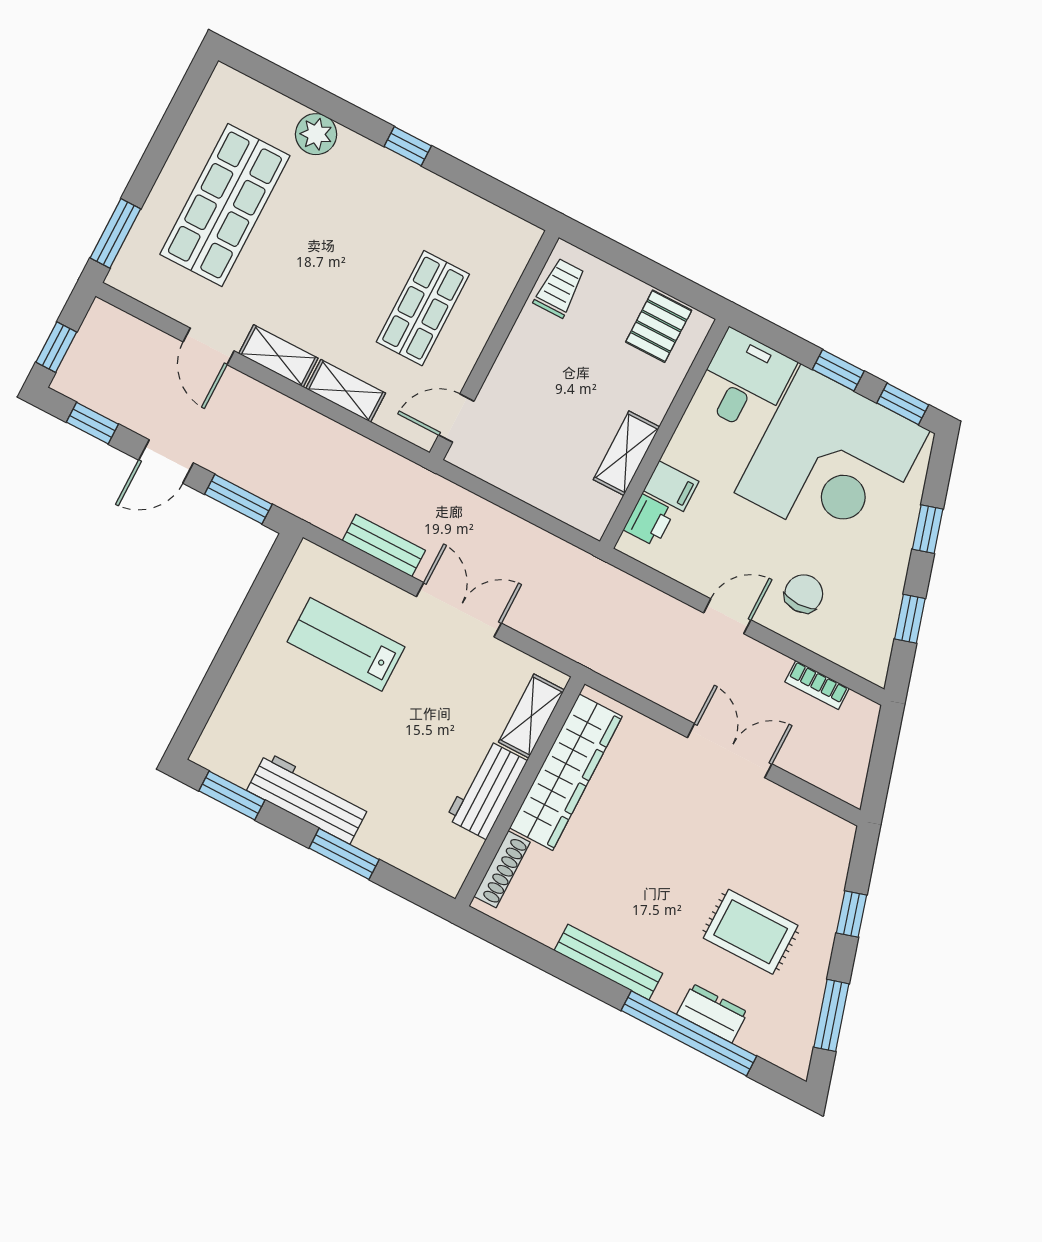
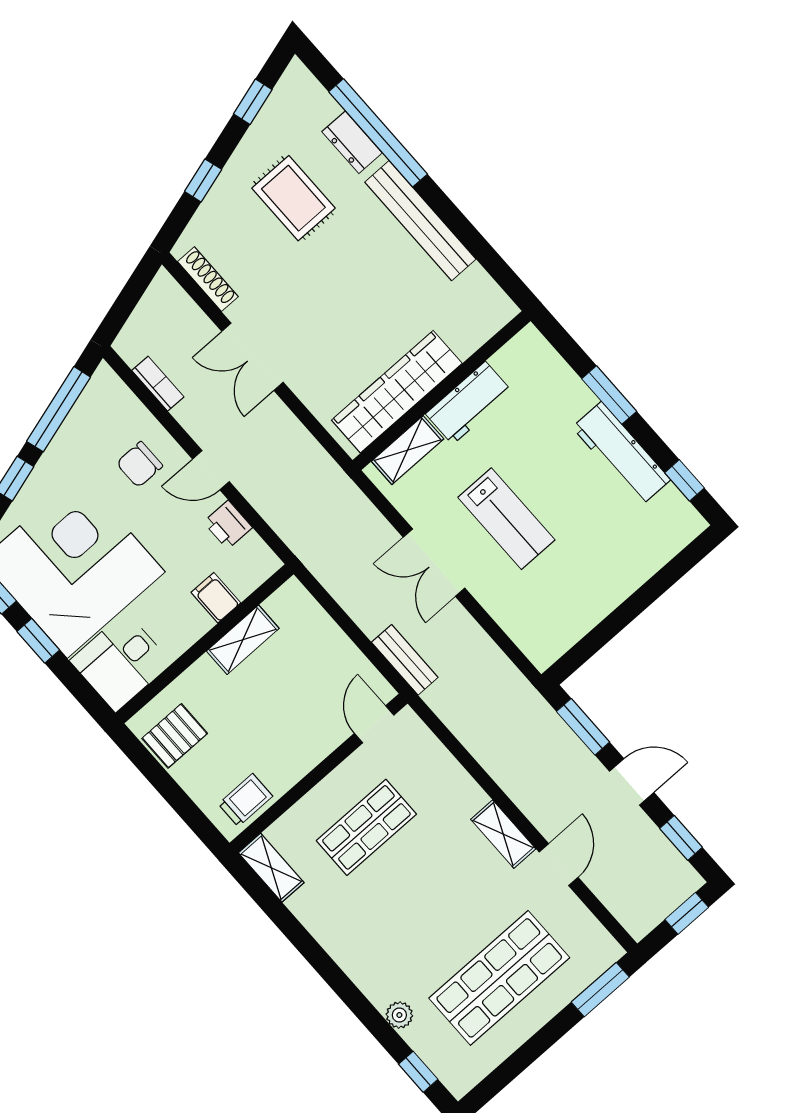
plant: (316, 134) -> (399, 1015), width x0.73, depth x0.73
window: (408, 146) -> (418, 1072), moved
trolley: (559, 288) -> (245, 800), turned 180
shelving: (346, 391) -> (271, 868), moved
door: (456, 418) -> (374, 724), swing flipped
printer: (649, 520) -> (228, 525), moved, turned -90
bench: (384, 546) -> (405, 660), moved
window: (910, 619) -> (59, 409), width x2.17
lab bench: (346, 644) -> (506, 519), moved
window: (232, 795) -> (684, 480), width x0.67
shoe rack: (502, 869) -> (208, 279), moved, turned 90
bench: (608, 962) -> (420, 221), width x1.37, depth x1.21
window: (831, 1015) -> (253, 102), width x0.67

